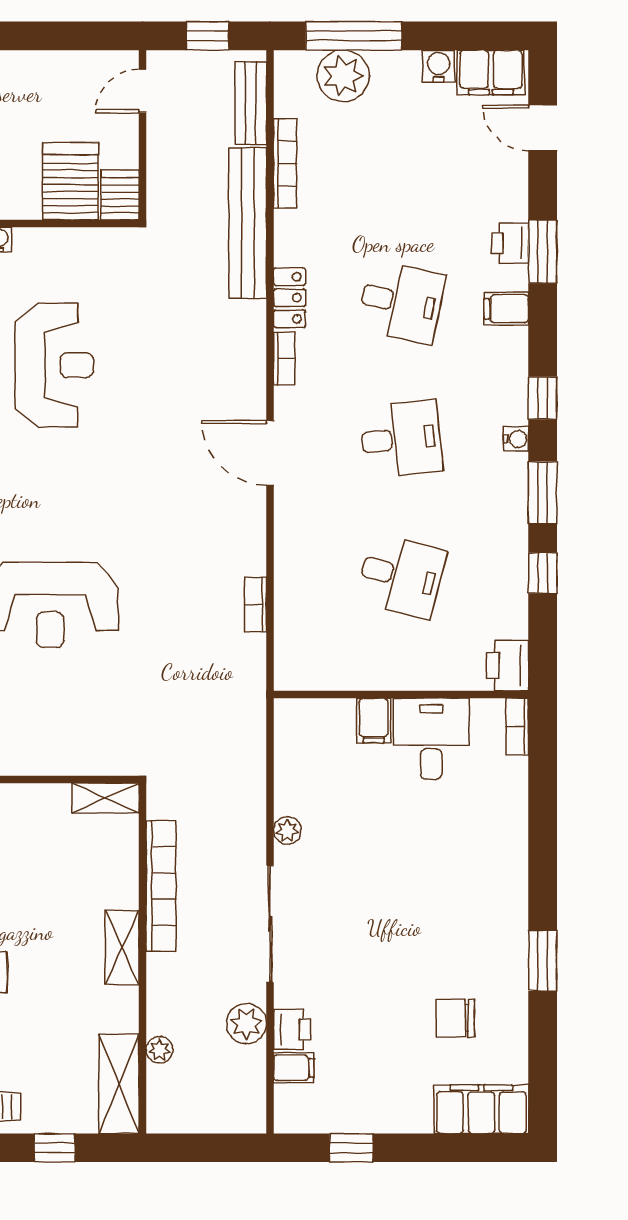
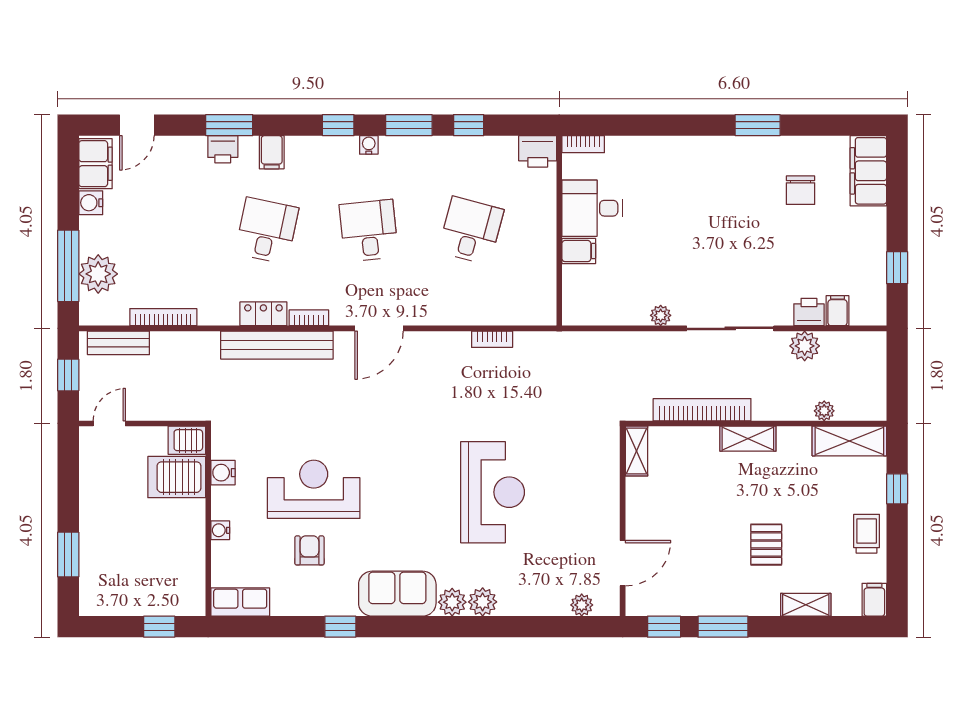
door: (142, 91) -> (109, 423), swing flipped
bench: (248, 223) -> (277, 345), moved
water cooler: (76, 243) -> (223, 473), added

